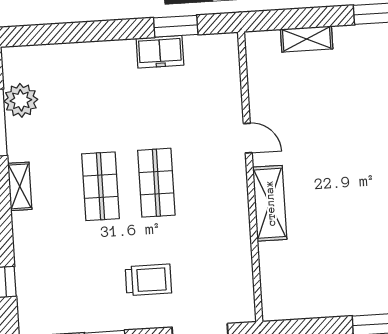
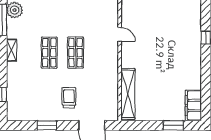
shelving: (270, 203) -> (128, 94), moved, width x1.47
trolley: (148, 280) -> (69, 98), turned -90

